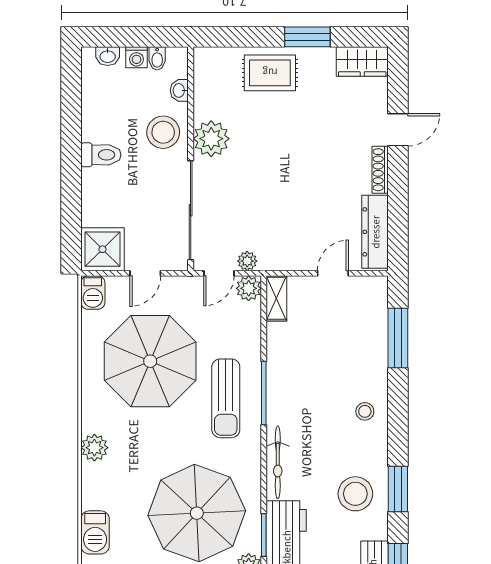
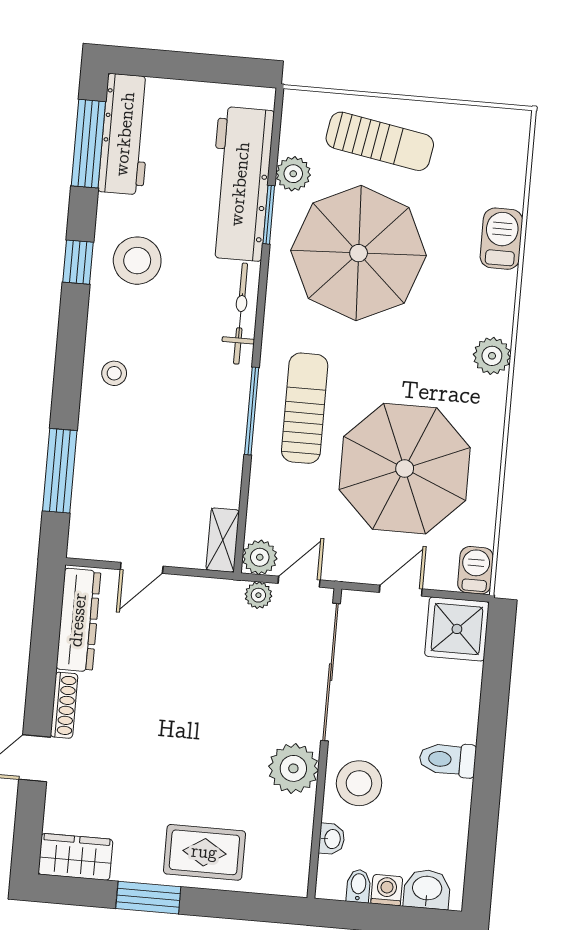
washbasin: (108, 56) -> (427, 889), width x1.38, depth x1.45
window: (398, 489) -> (78, 262), width x0.67

